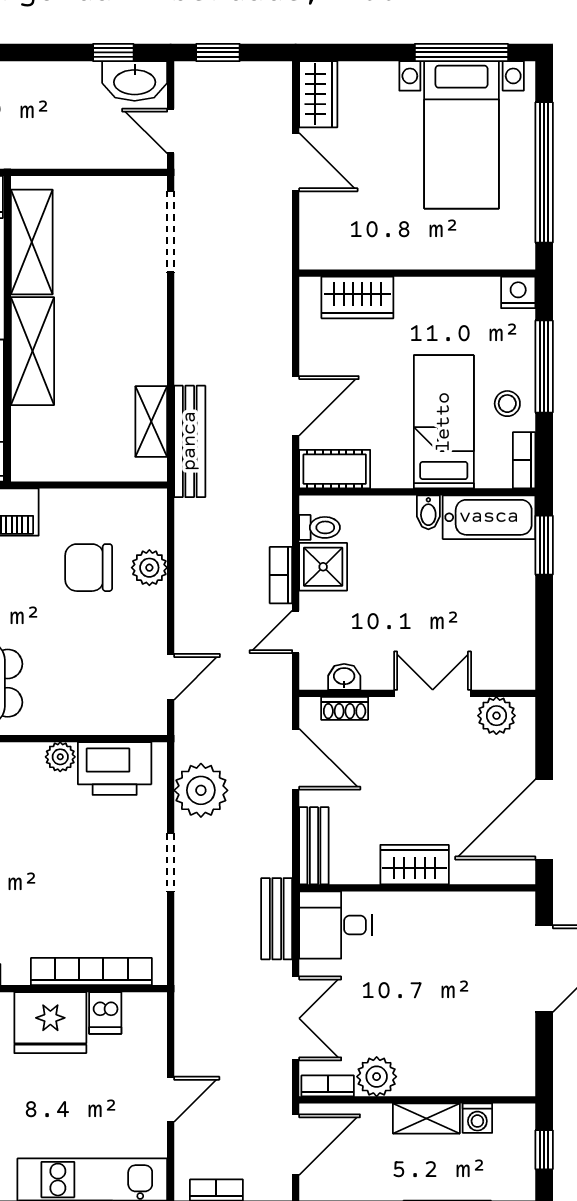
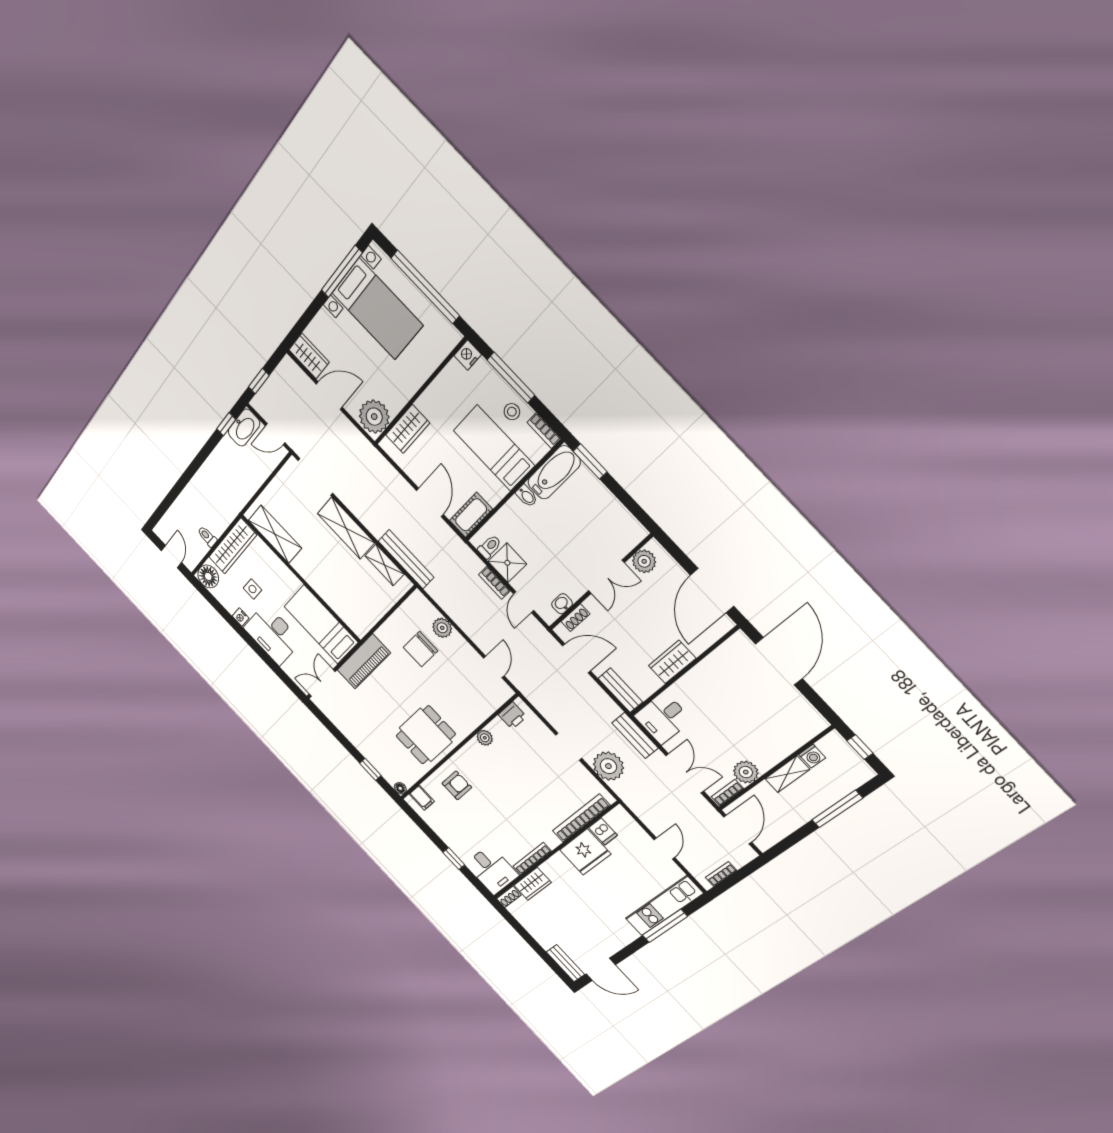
plant: (329, 242) -> (374, 417), added
shelving: (32, 351) -> (346, 528), moved
double door: (433, 693) -> (606, 577), swing flipped
printer: (115, 768) -> (512, 716), width x0.53, depth x0.68
plant: (201, 790) -> (608, 766), moved

